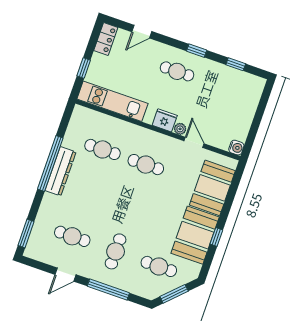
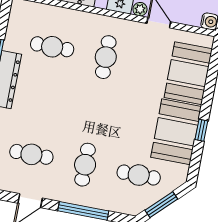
cafe table: (146, 165) -> (106, 57), turned 90

